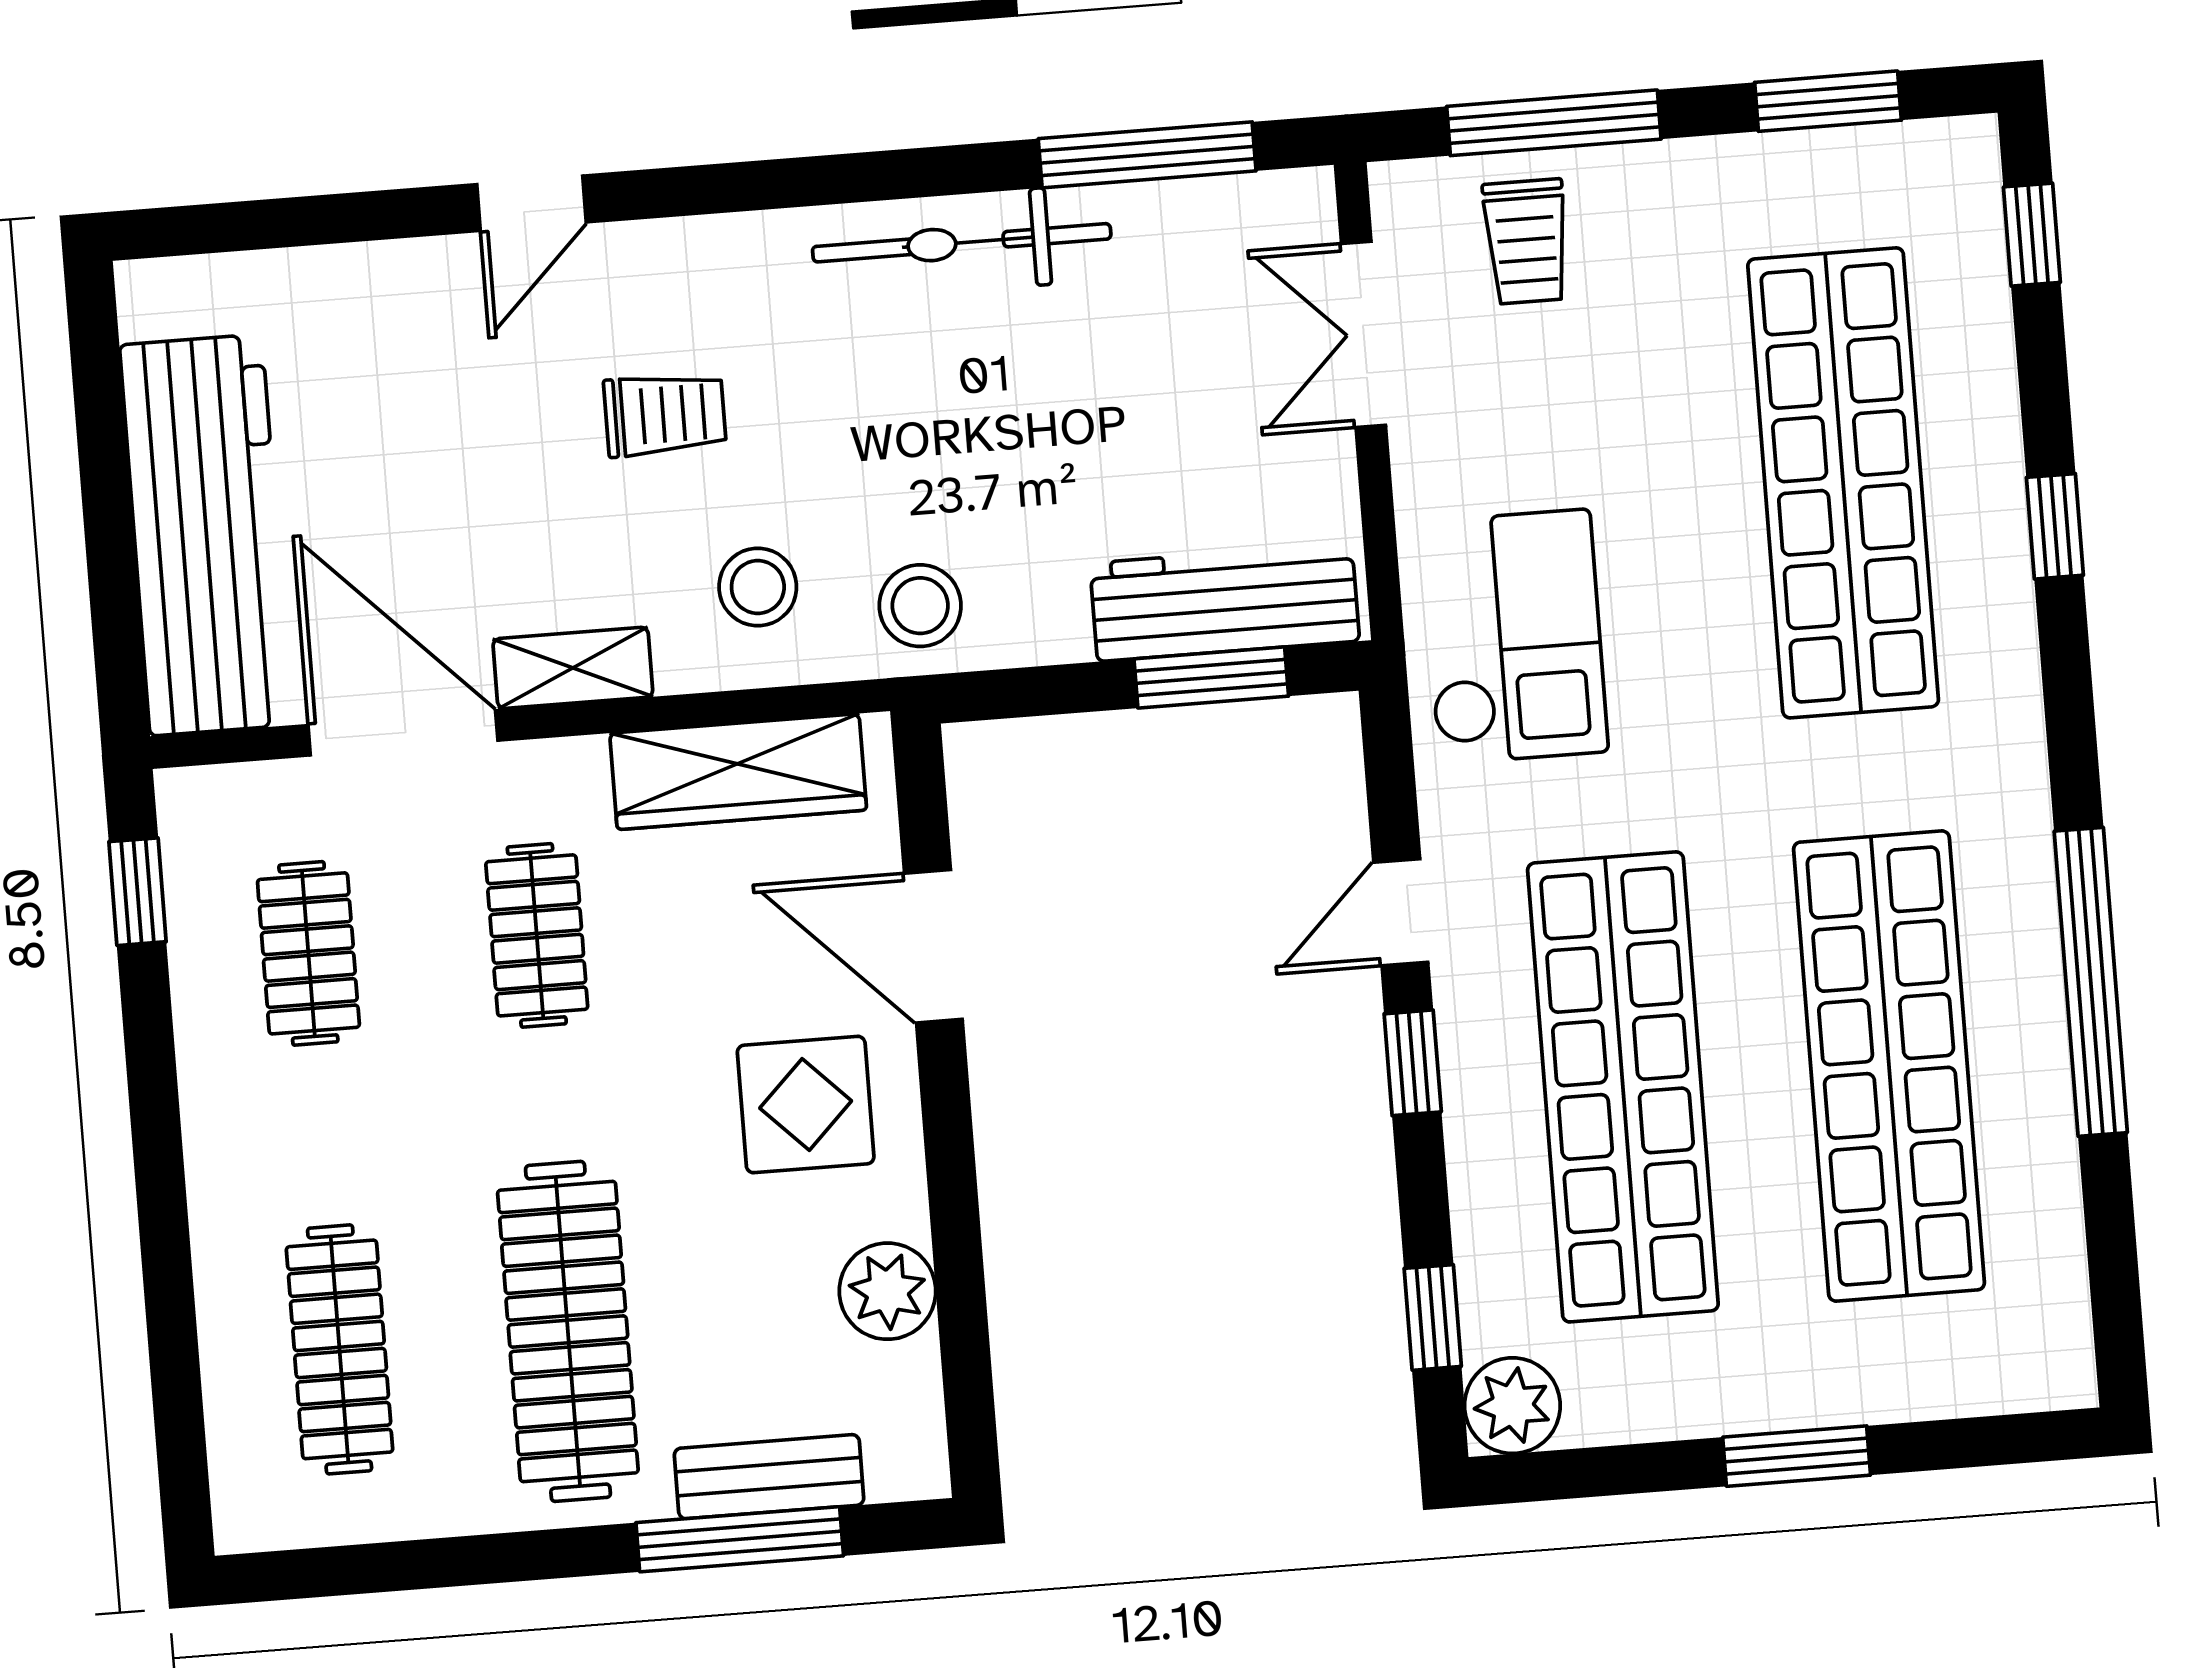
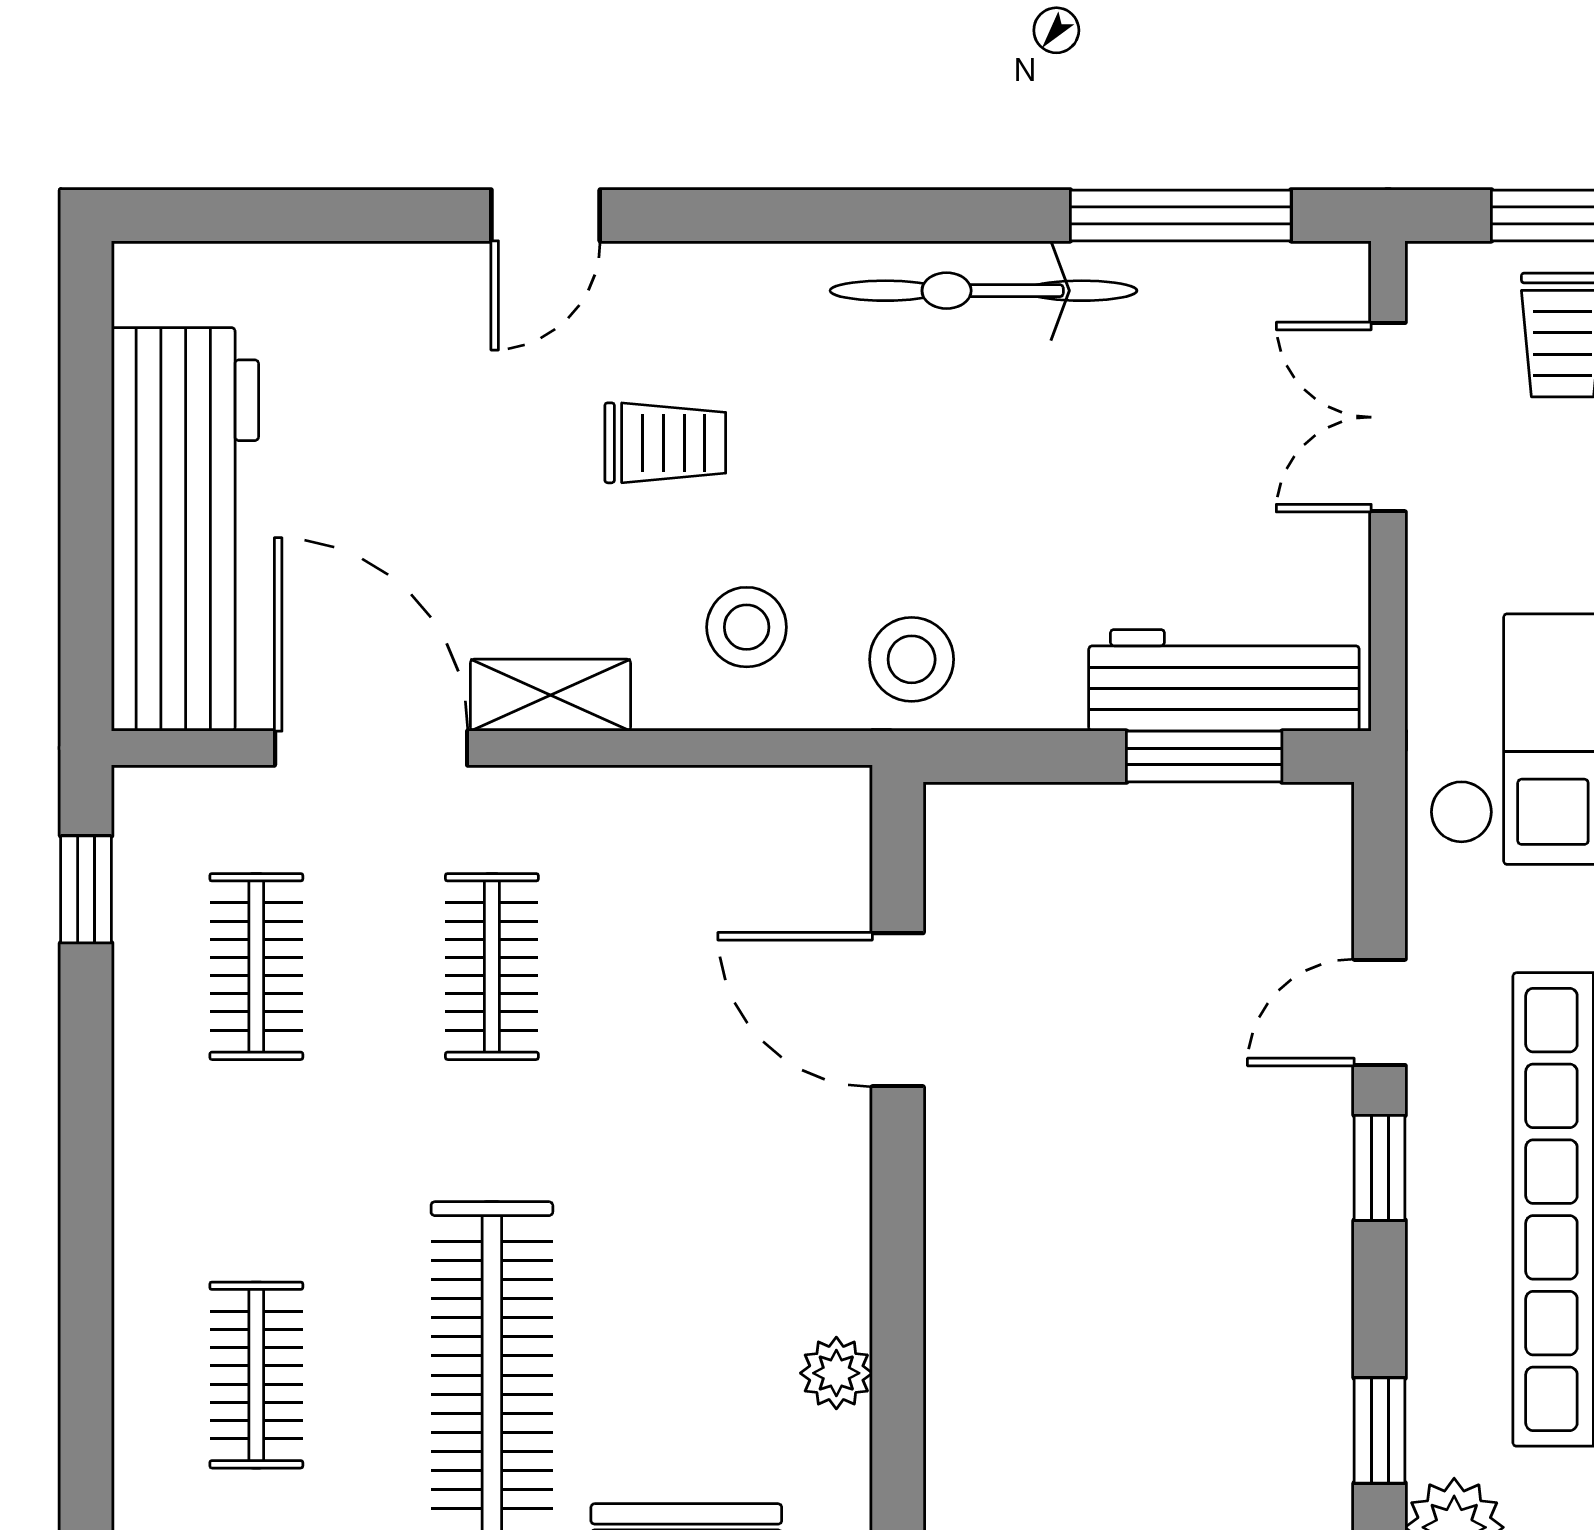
wardrobe: (738, 772) -> (712, 815), removed
display table: (806, 1105) -> (754, 1162), removed
plant: (887, 1291) -> (836, 1373), width x0.73, depth x0.73
clothes rail: (340, 1349) -> (256, 1375), width x0.73

